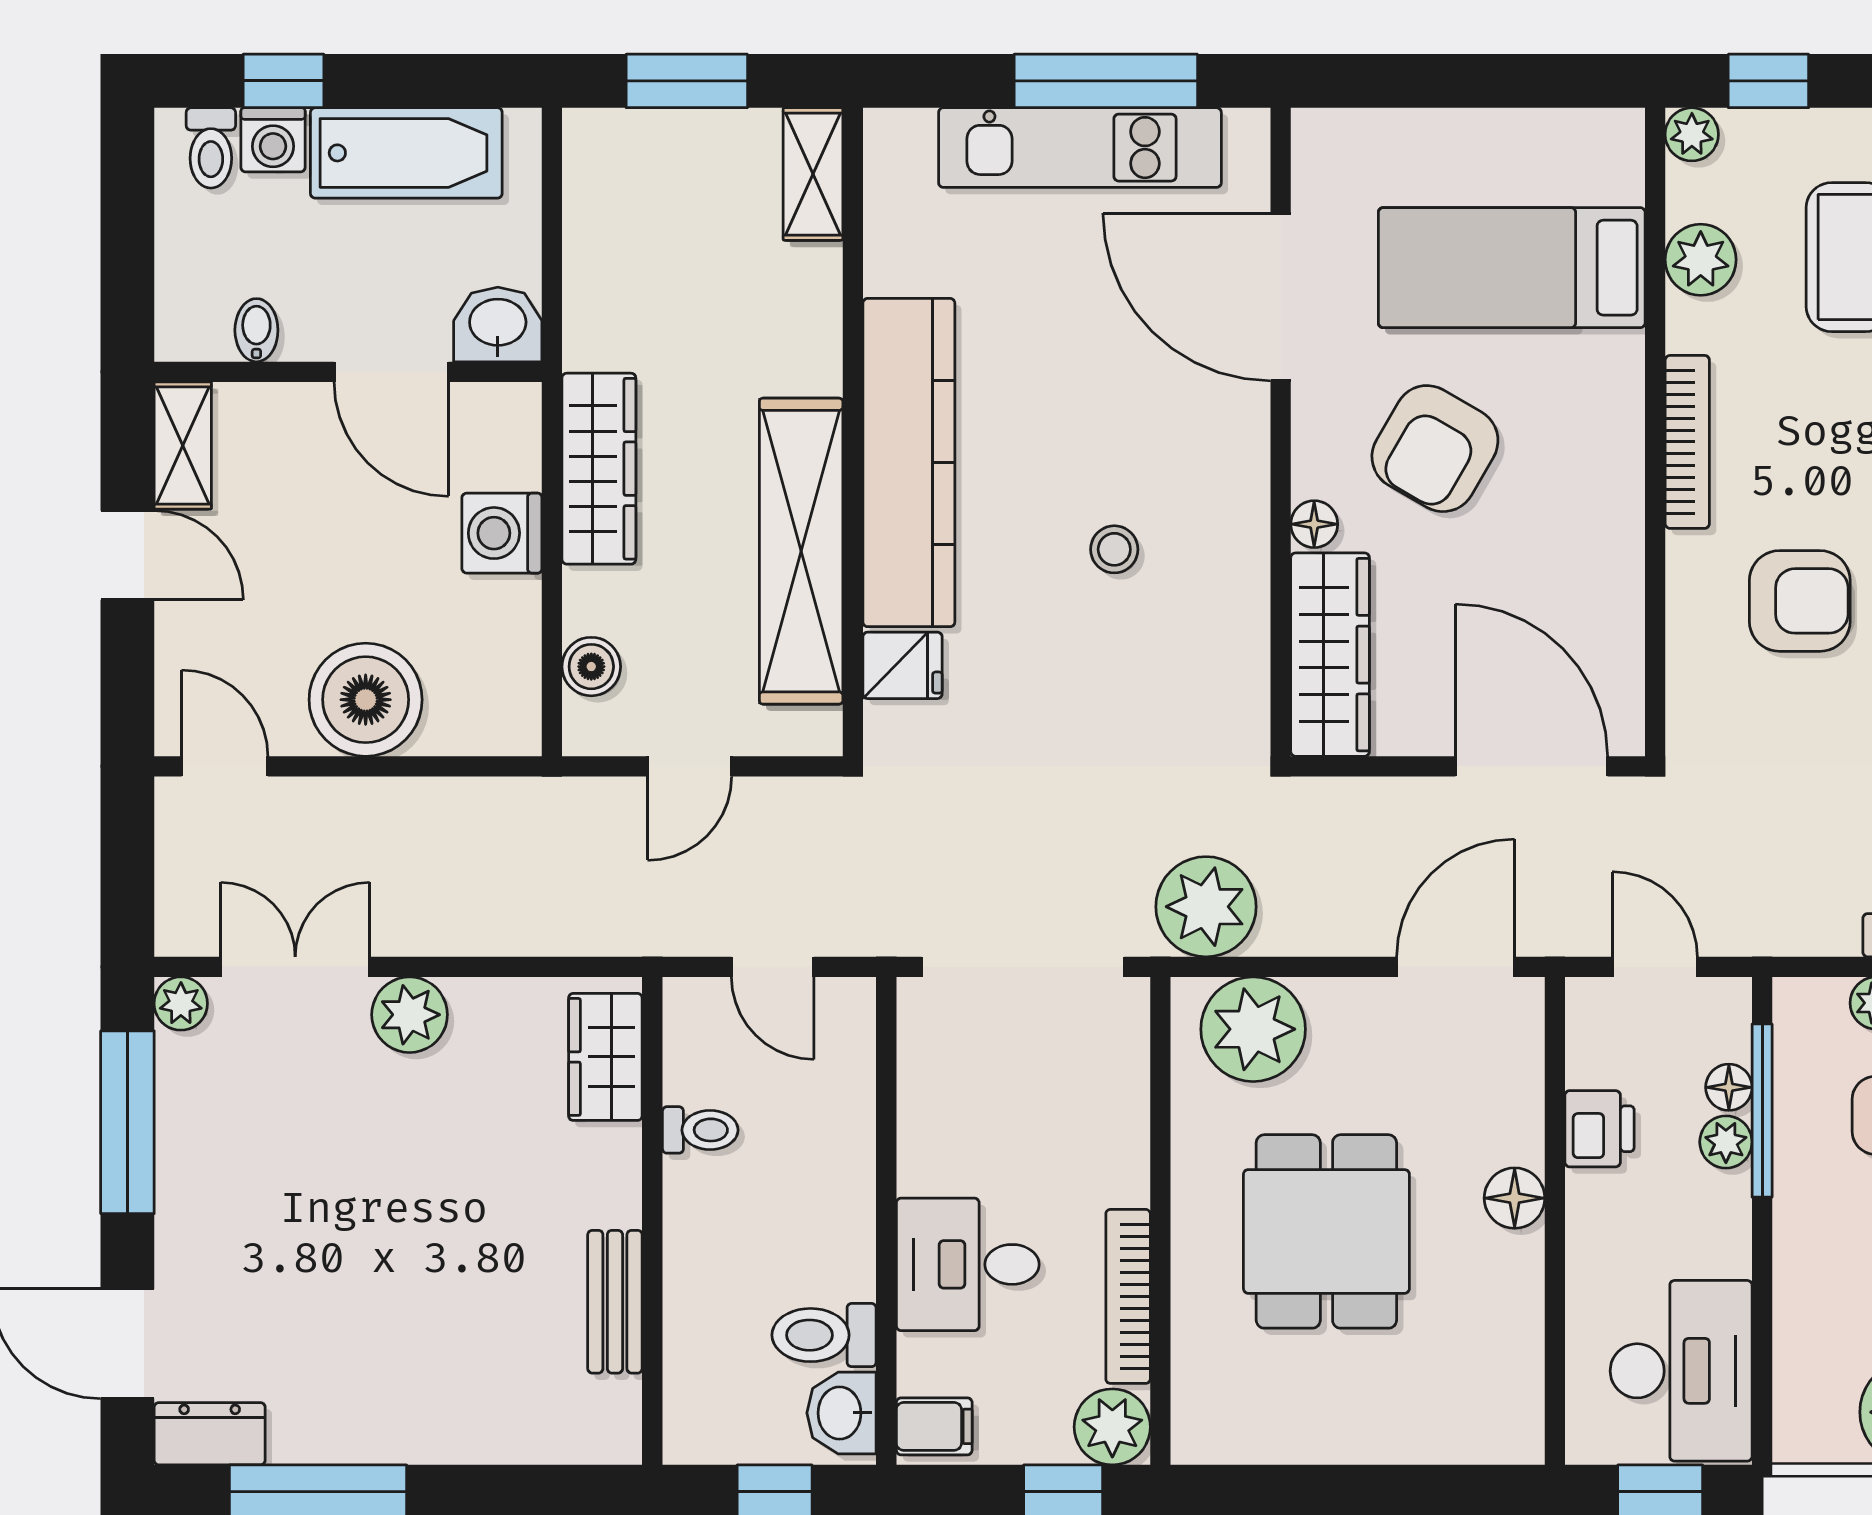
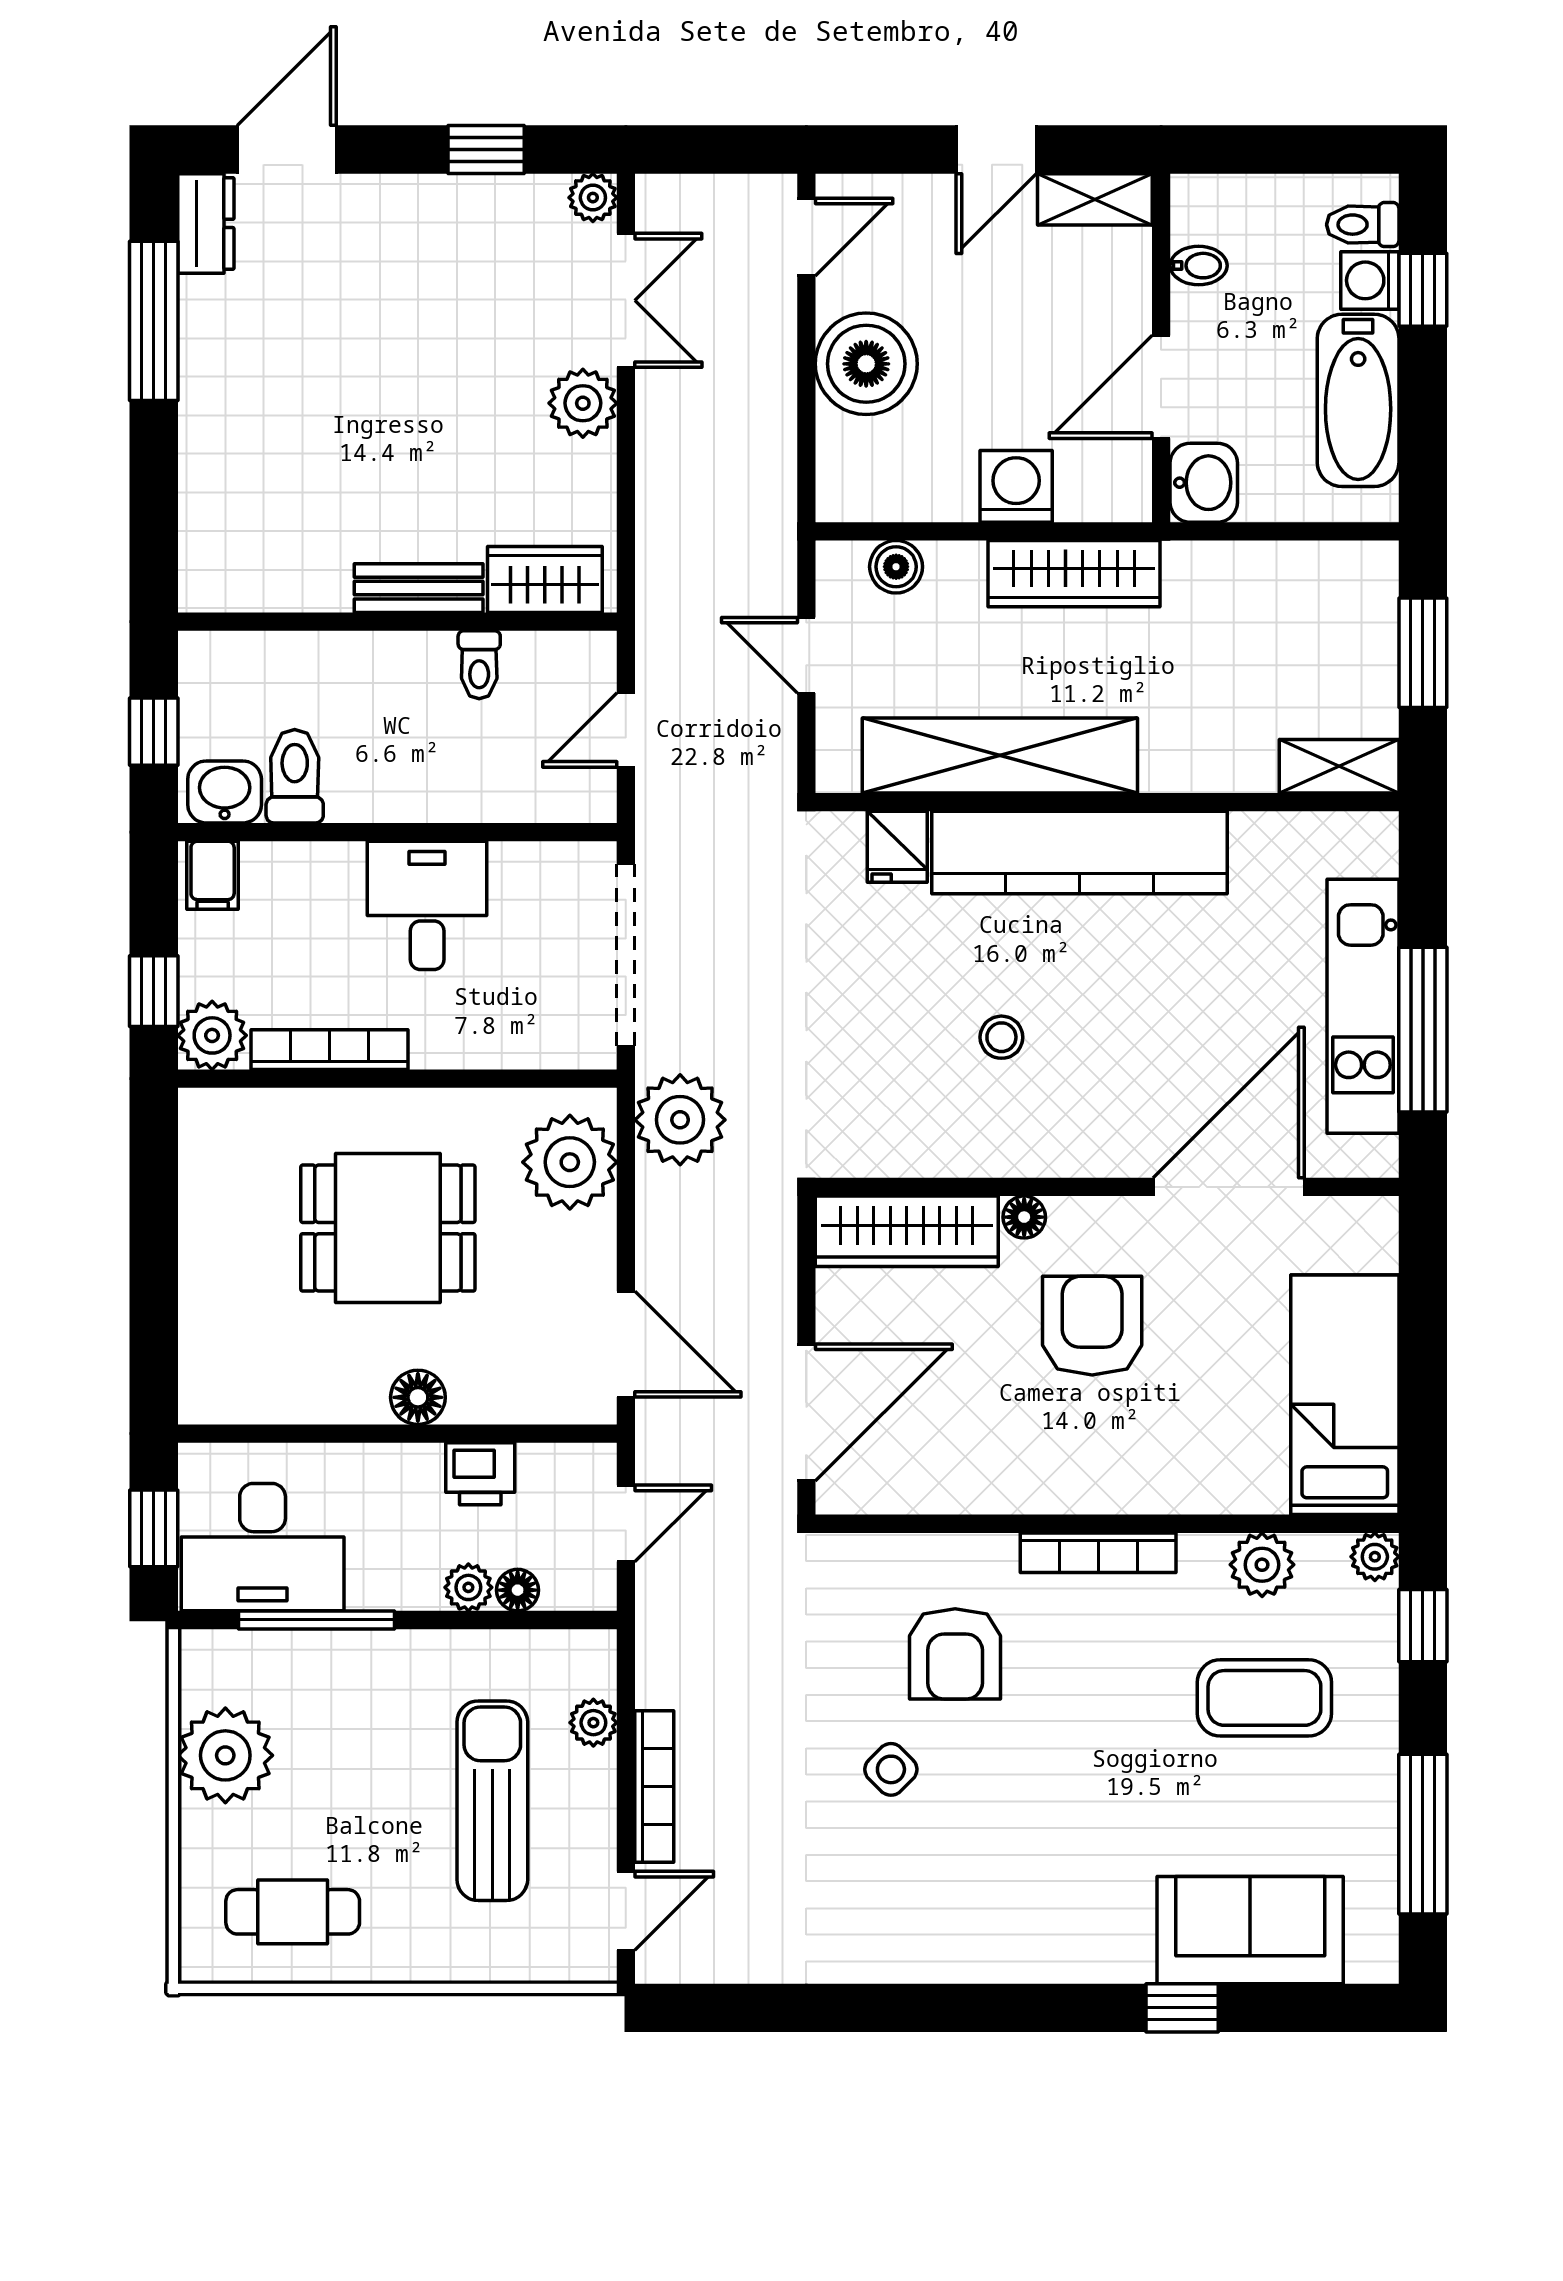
bed: (1512, 268) -> (1345, 1395), moved
armchair: (1435, 449) -> (1092, 1326), turned 60
window: (1762, 1111) -> (316, 1620), moved
window: (127, 1122) -> (486, 149), width x0.46
desk: (968, 1264) -> (427, 905), moved
bench: (615, 1302) -> (419, 588), moved

